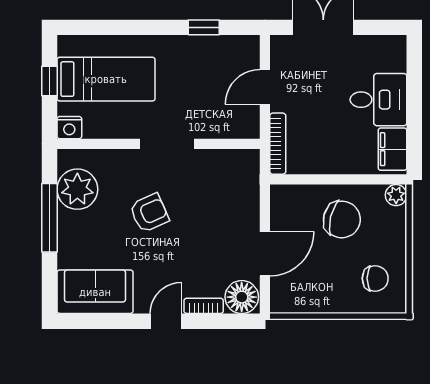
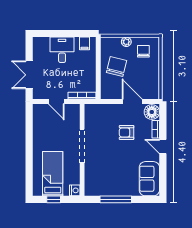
window: (204, 27) -> (29, 129), removed
doorway: (167, 144) -> (82, 146), width x1.36
filing cabinet: (392, 149) -> (85, 43), width x0.50
plant: (77, 189) -> (103, 187), removed
plant: (396, 195) -> (126, 42), moved
armchair: (149, 213) -> (127, 132), moved, turned -66

